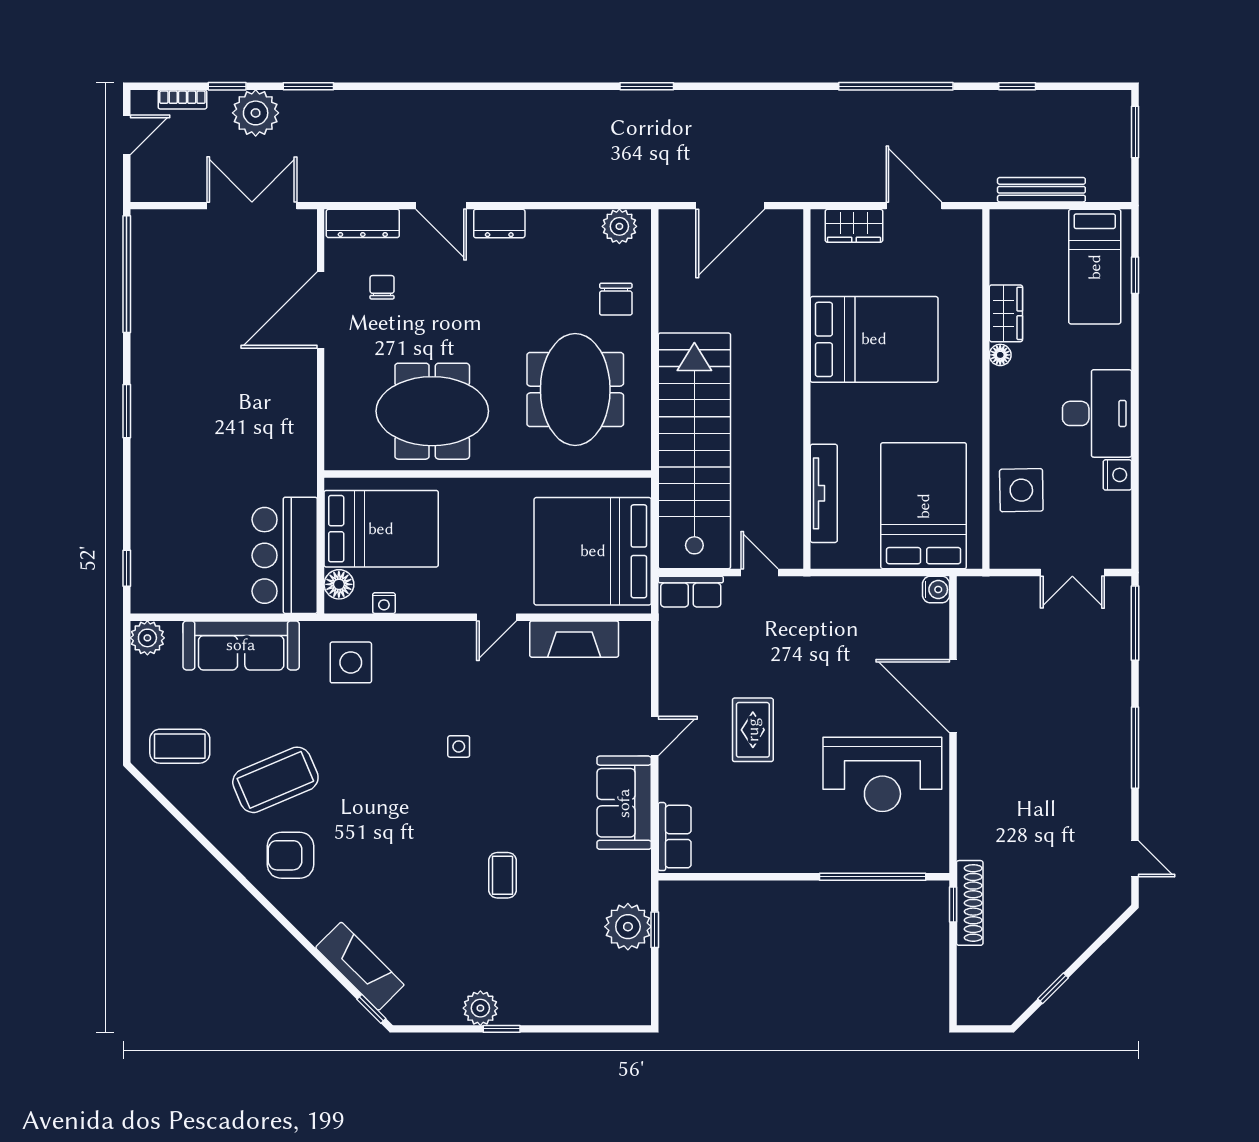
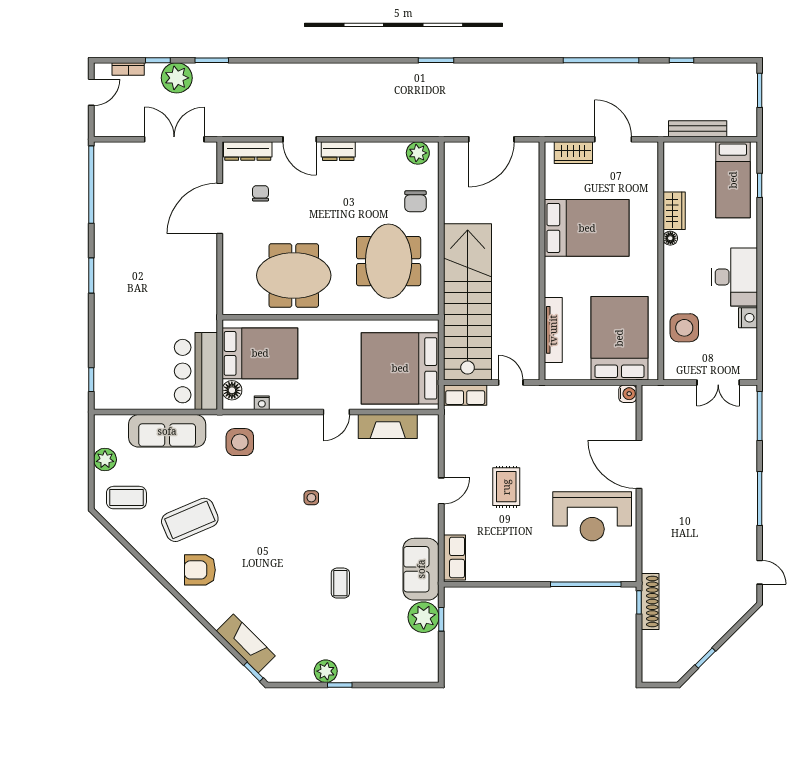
plant: (147, 638) -> (105, 460), moved
sofa: (624, 803) -> (421, 569), moved

